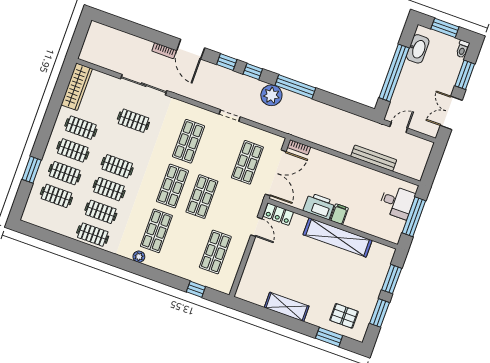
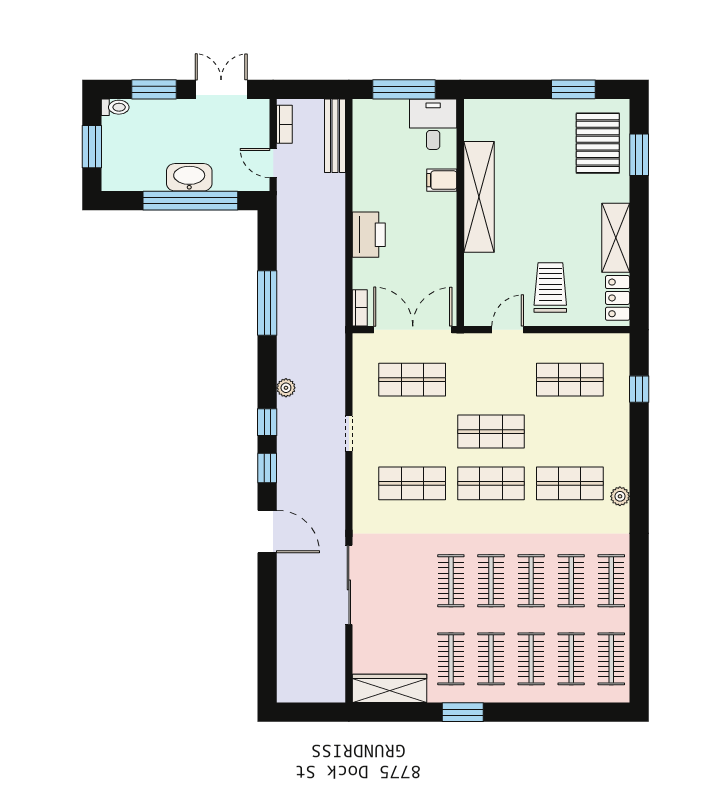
door: (191, 49) -> (267, 531), hinge flipped
washbasin: (418, 49) -> (189, 177), moved
bookcase: (164, 51) -> (284, 124), moved
window: (295, 87) -> (267, 303), moved
plant: (271, 95) -> (286, 388), width x0.53, depth x0.53
double door: (451, 113) -> (221, 89), swing flipped
clothes rail: (133, 121) -> (451, 581), moved
bench: (374, 158) -> (335, 136), moved
window: (32, 170) -> (463, 712), moved
desk: (397, 202) -> (433, 124), moved
printer: (319, 206) -> (369, 235), moved, turned 180
locker: (278, 214) -> (618, 298), moved, turned 180
filing cabinet: (339, 214) -> (442, 180), moved
clothes rail: (48, 219) -> (611, 659), added
trolley: (272, 260) -> (550, 288), added
window: (392, 279) -> (514, 89), removed
pallet: (344, 316) -> (598, 143), width x1.50, depth x1.42

